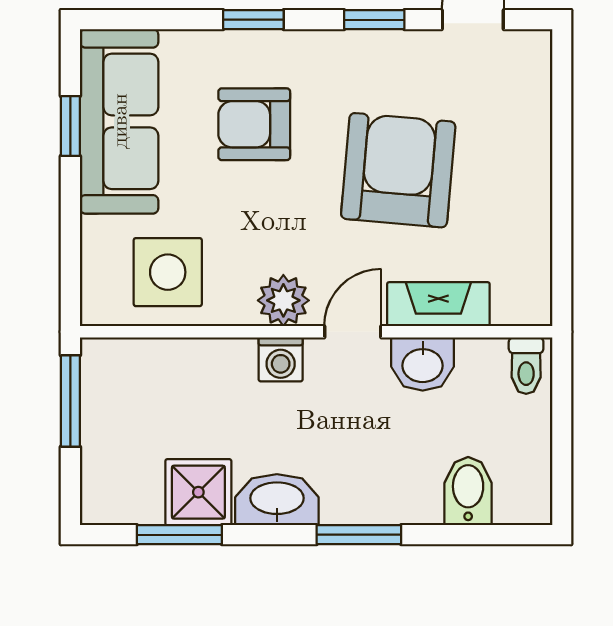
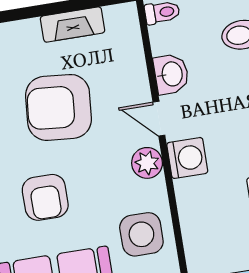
fireplace: (438, 304) -> (73, 25), moved, turned -90
washing machine: (281, 359) -> (187, 158), width x1.38, depth x1.38

